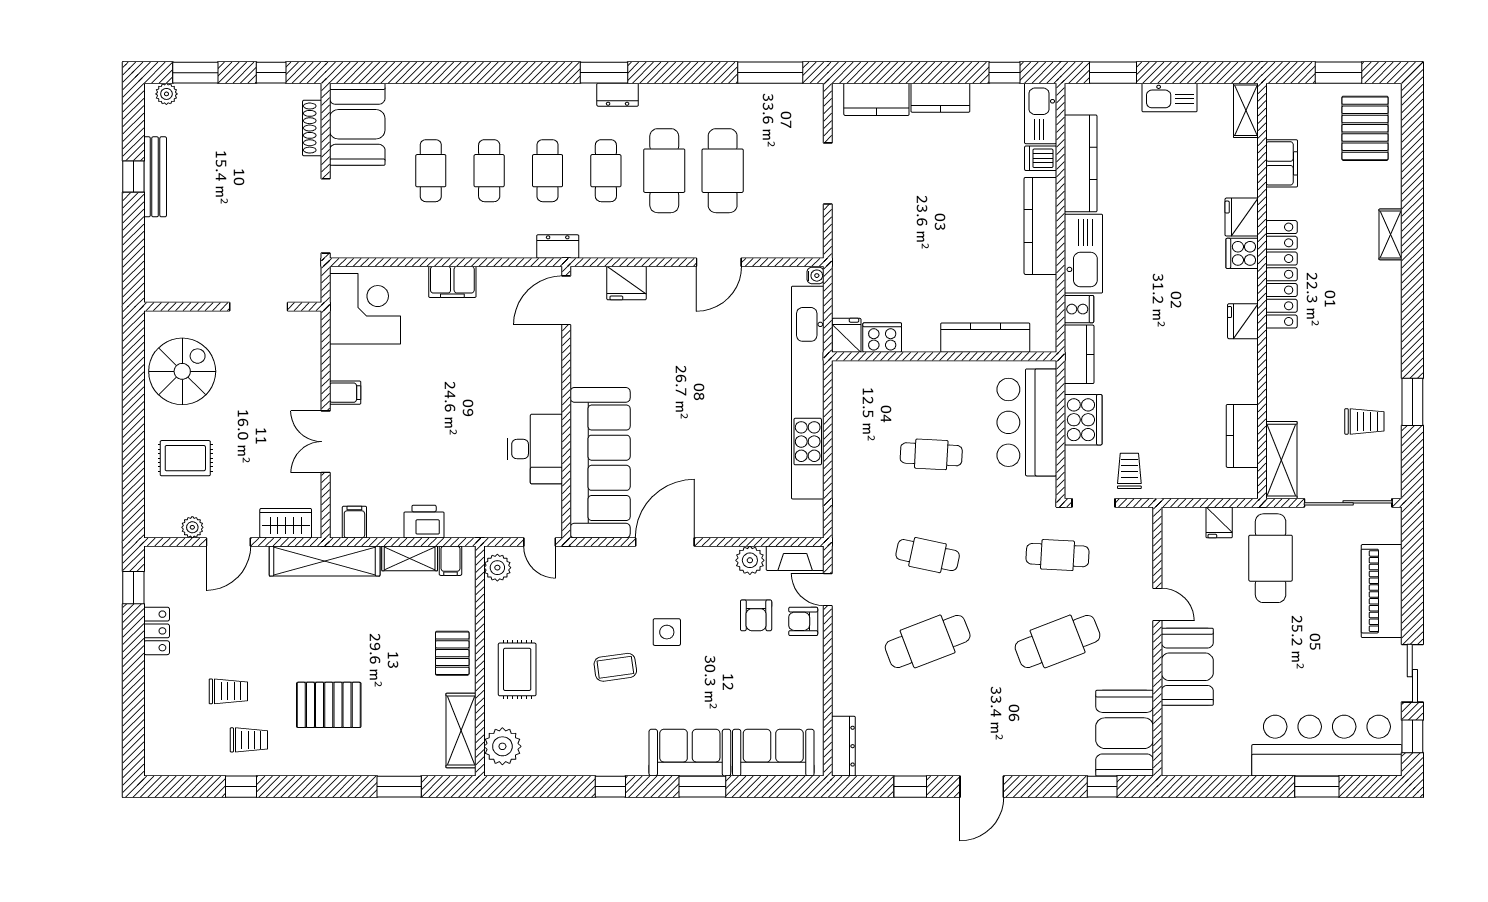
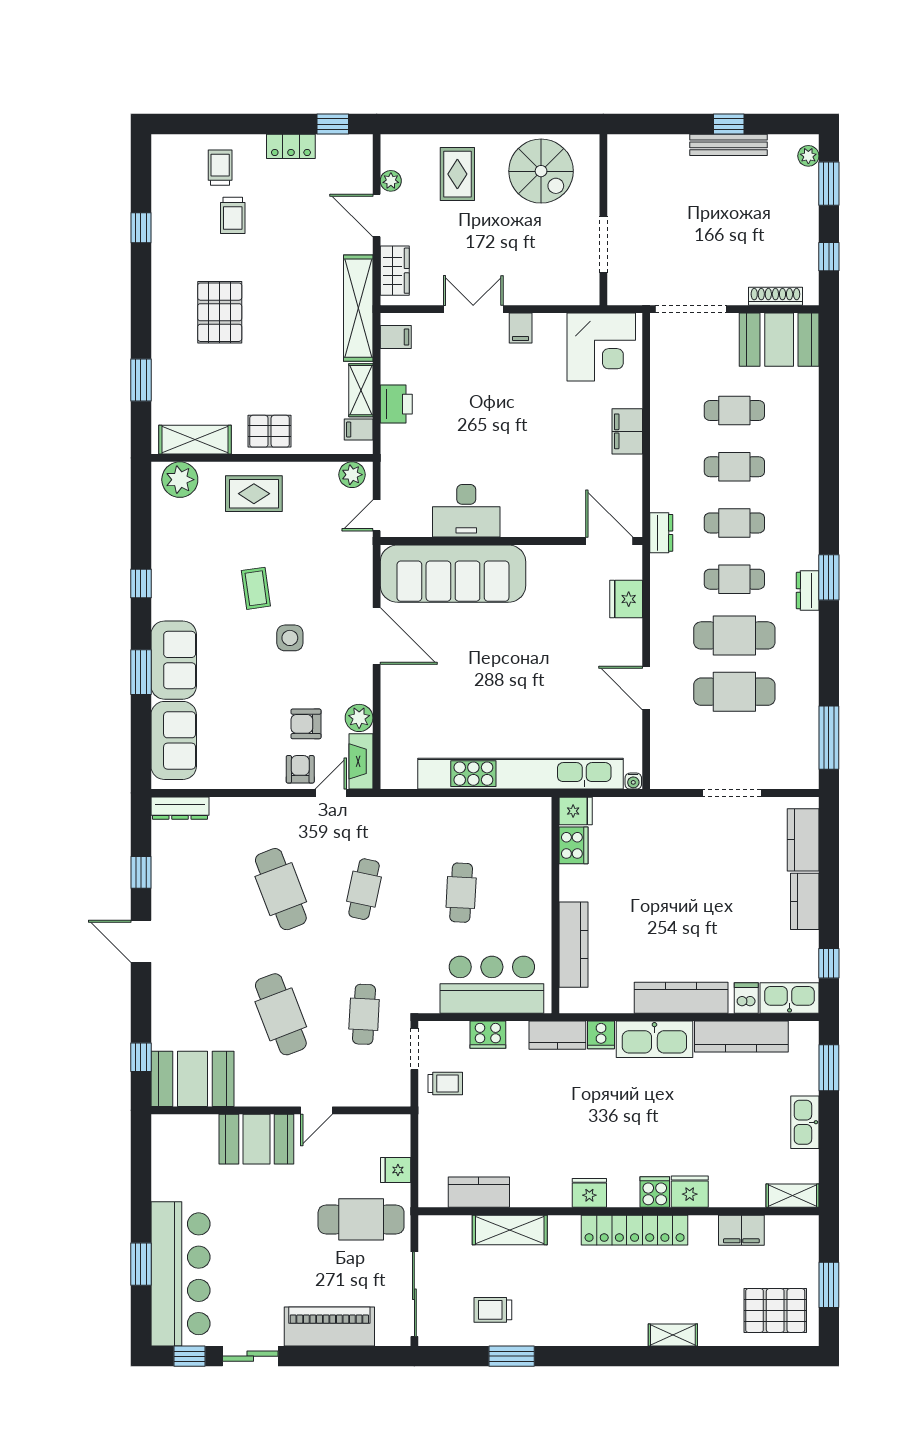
cooker: (1083, 420) -> (488, 1035), width x0.73, depth x0.76
trolley: (1364, 421) -> (493, 1310), turned 90
shelving: (1281, 460) -> (510, 1230), moved
trolley: (249, 740) -> (220, 168), moved, turned 180

